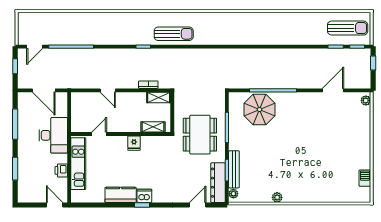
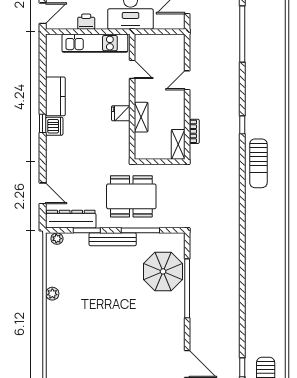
shelving: (153, 127) -> (141, 117), moved
bench: (234, 169) -> (113, 239), moved

